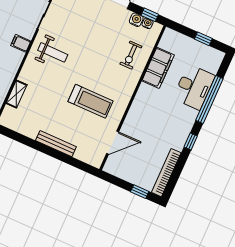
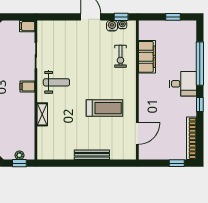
desk: (194, 87) -> (183, 84), moved, width x0.73
shelving: (16, 94) -> (42, 114), moved

